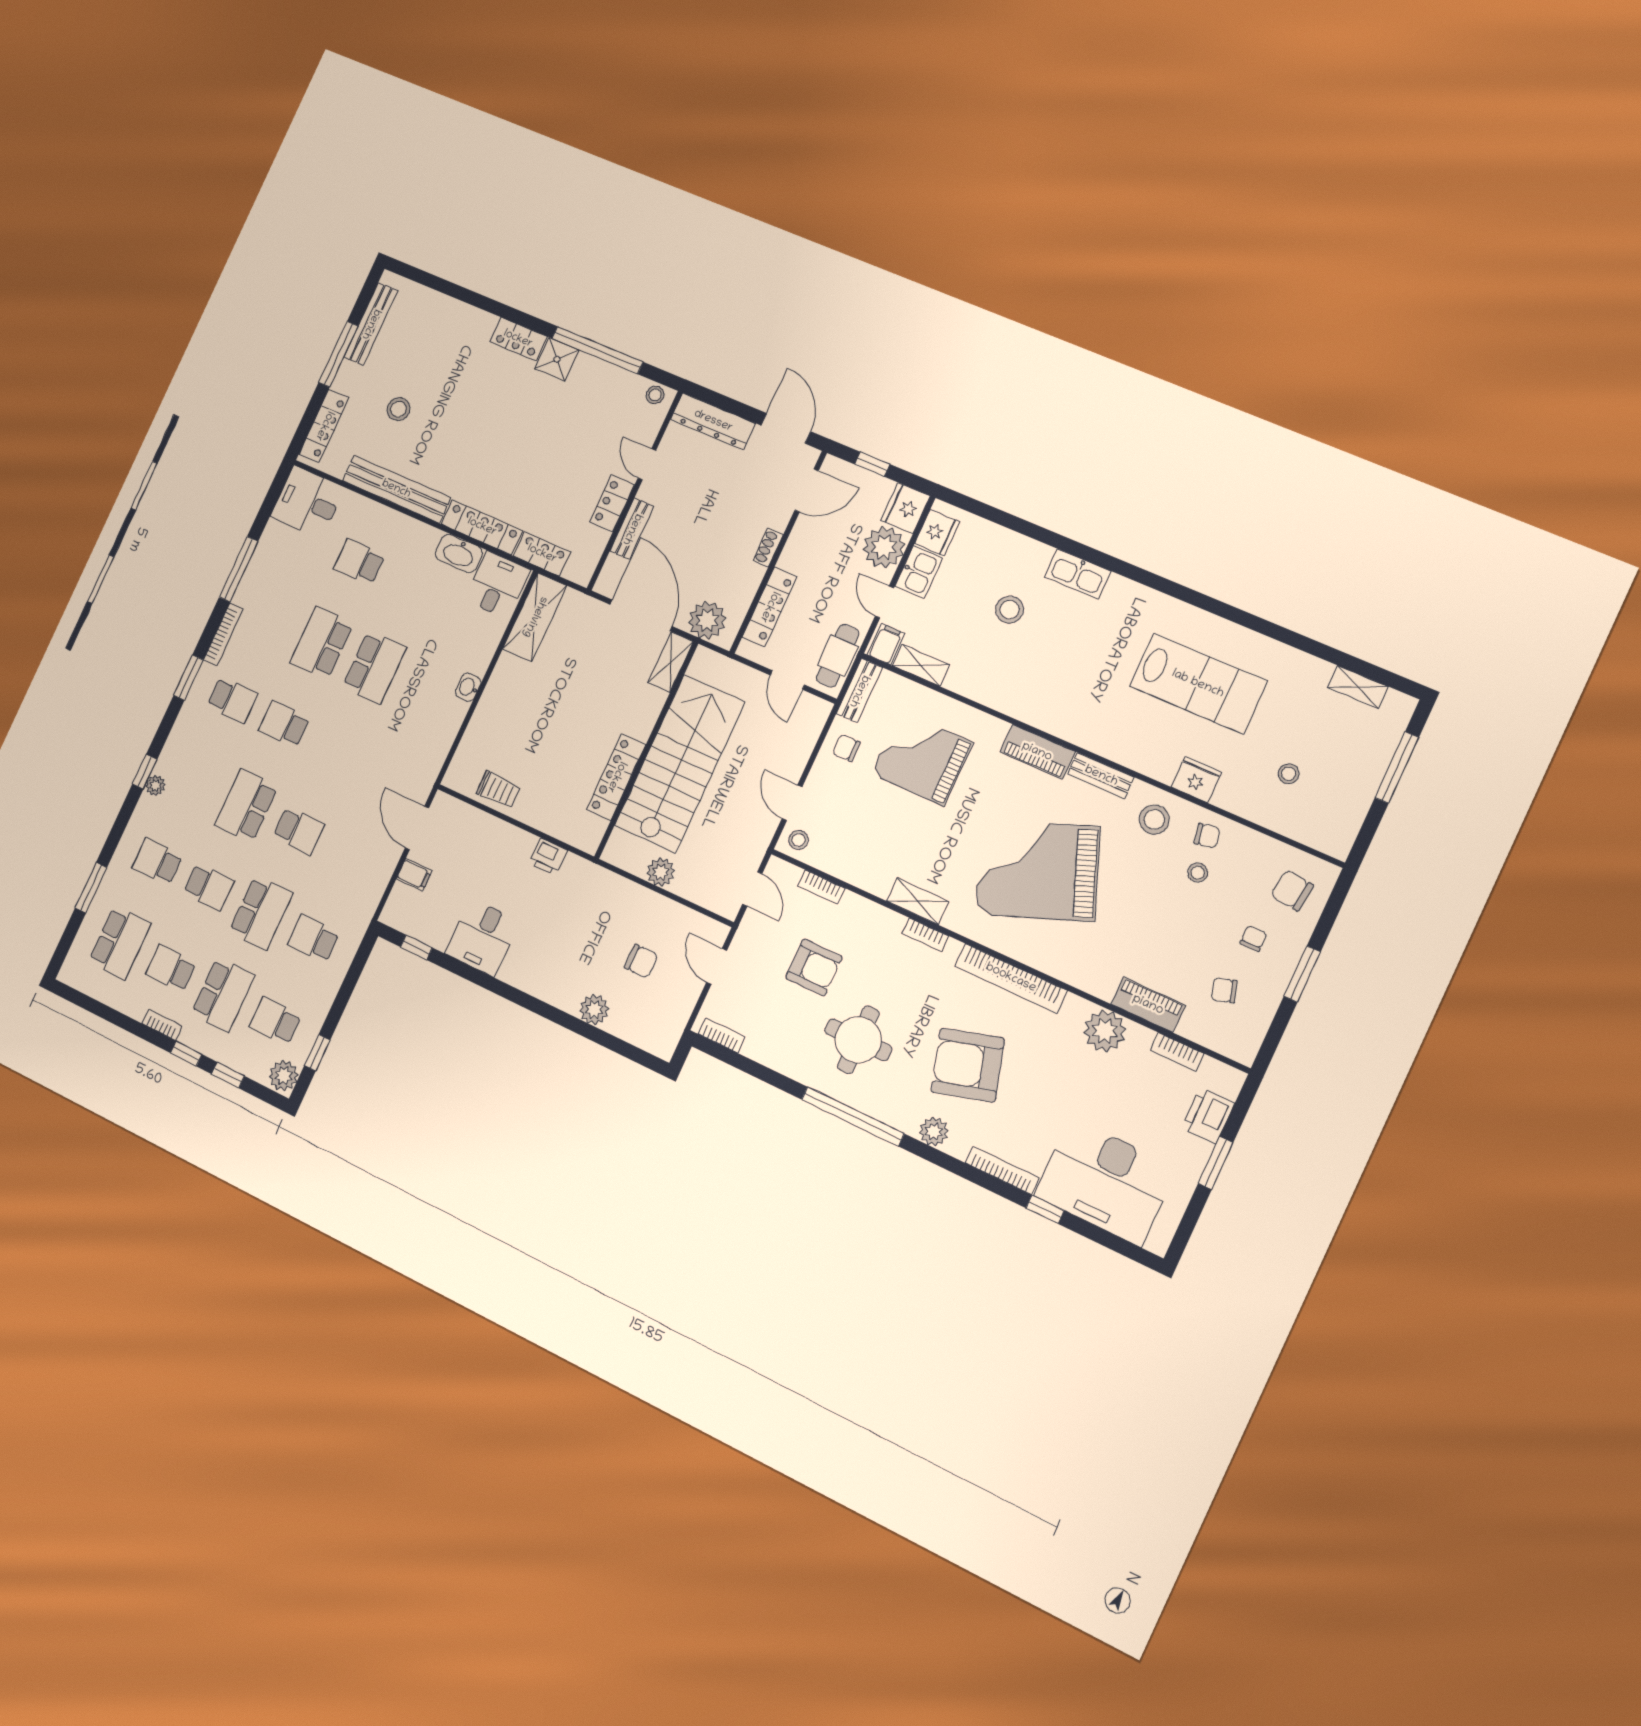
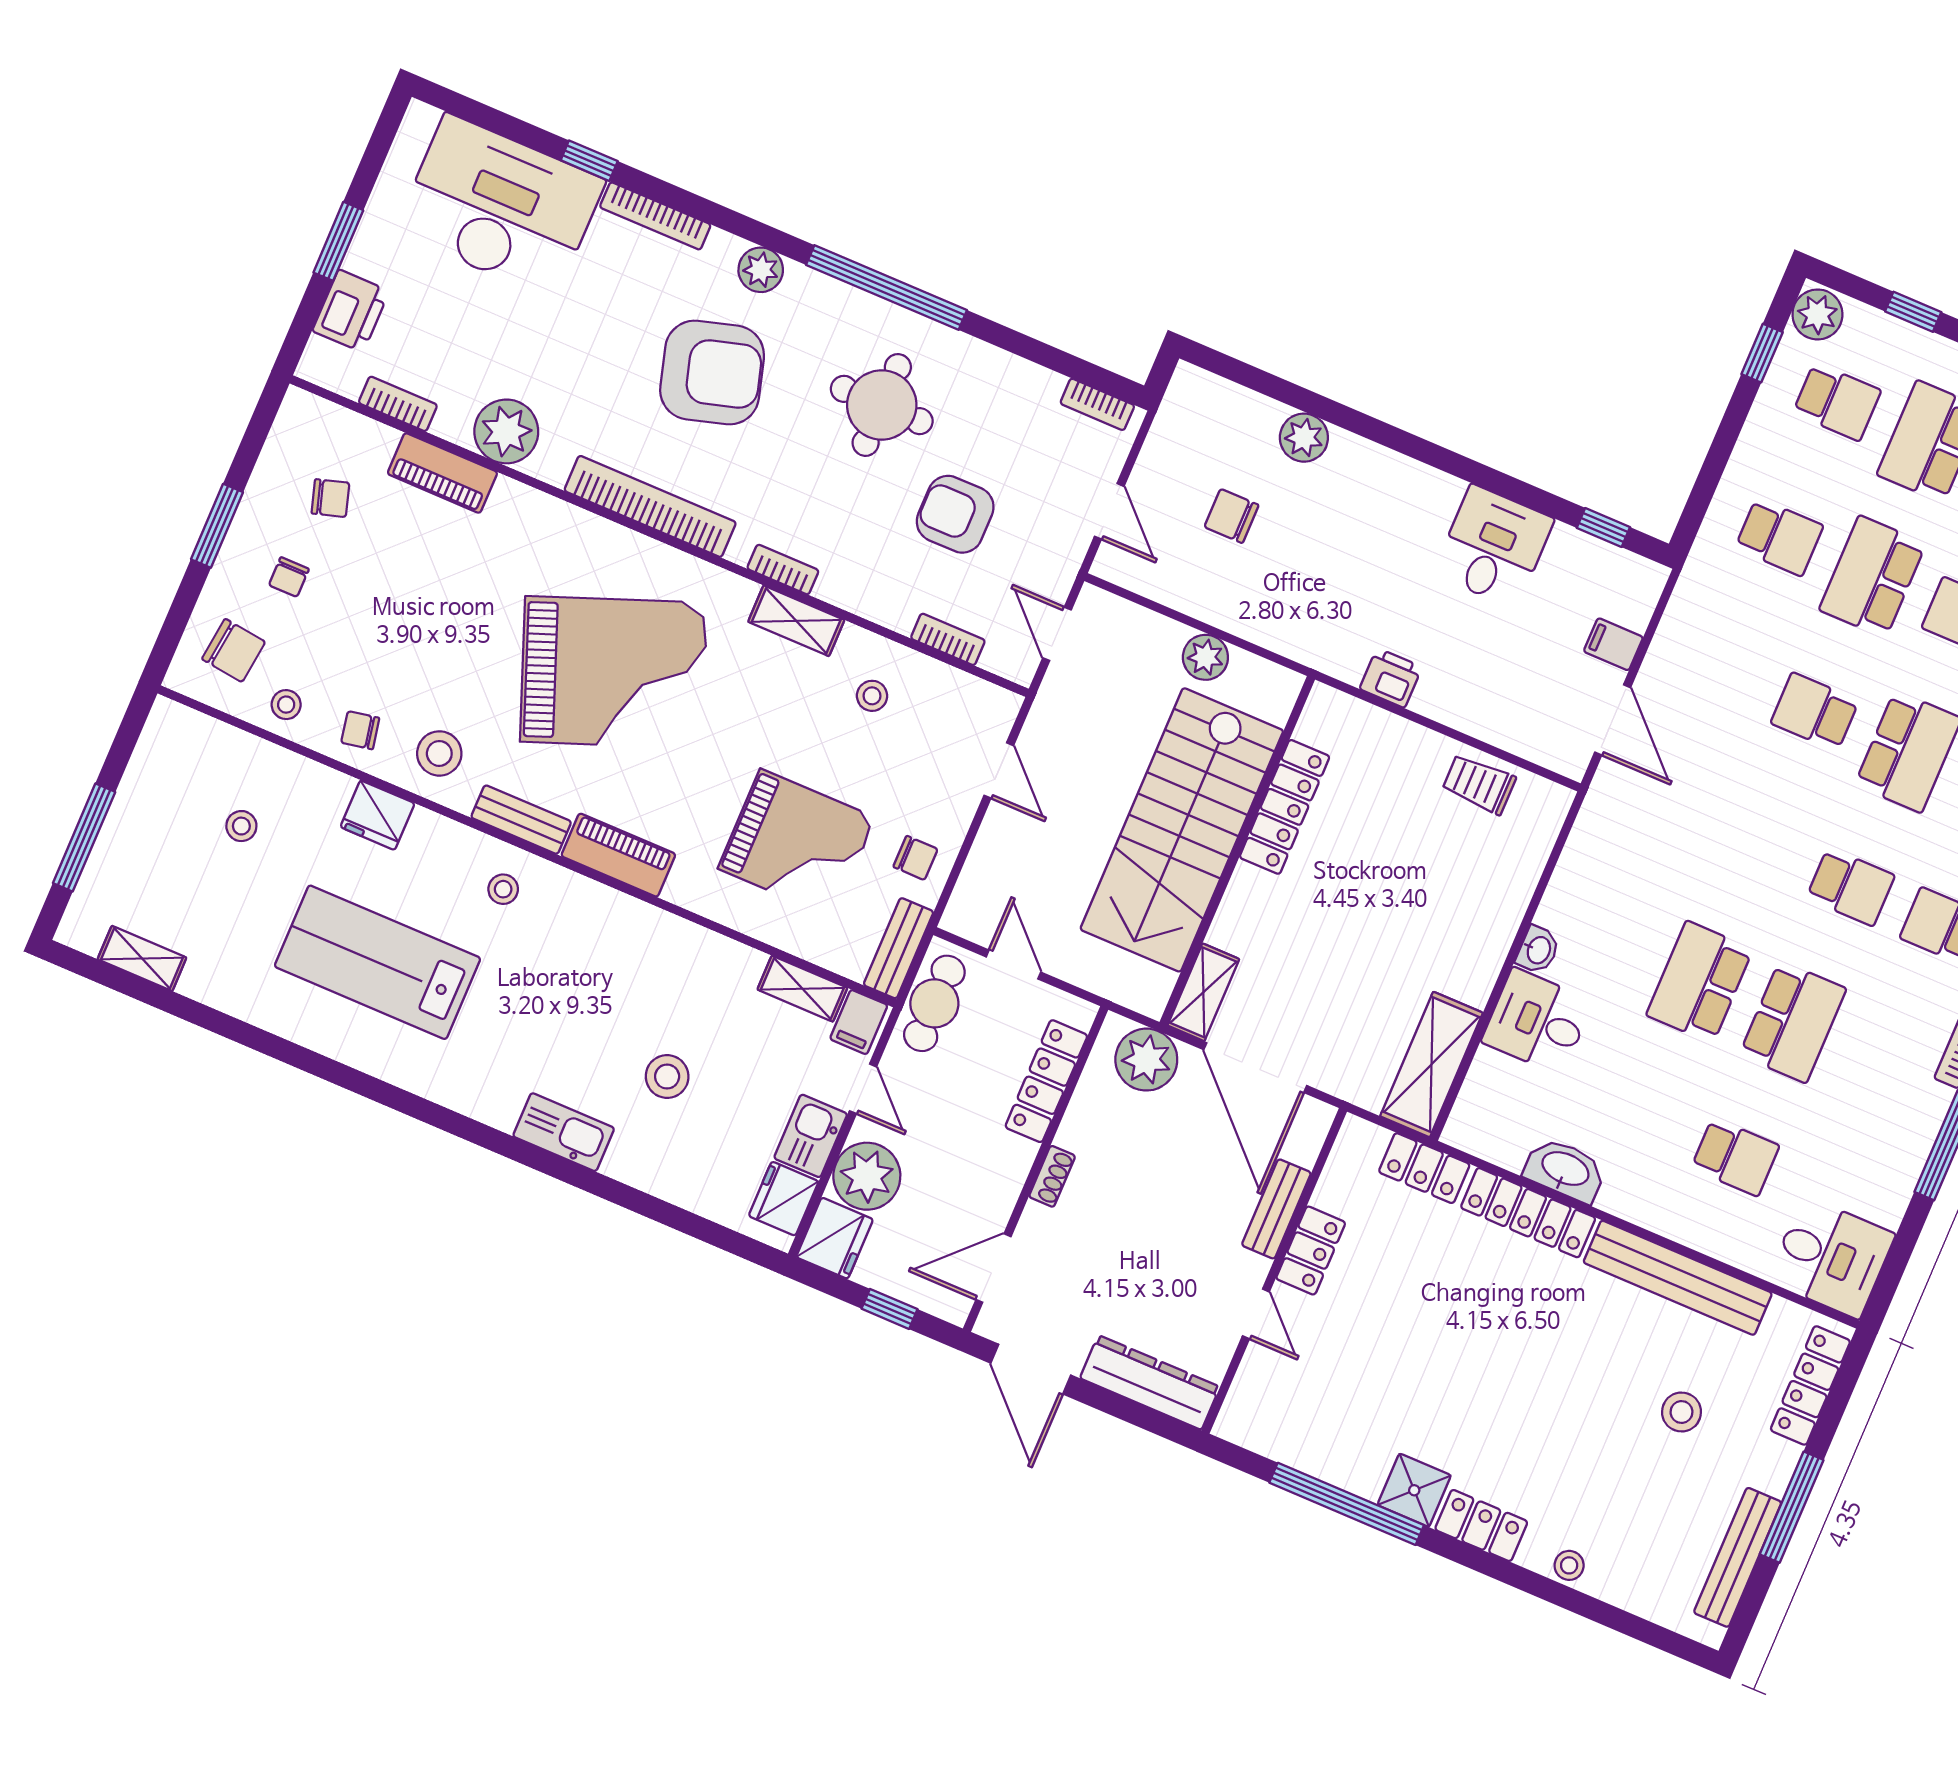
stool: (655, 395) -> (1569, 1565), moved
desk: (497, 585) -> (1537, 1021), moved, turned 90
stool: (1114, 730) -> (503, 889), added
stool: (799, 840) -> (872, 696), moved
stool: (1198, 873) -> (286, 705), moved

